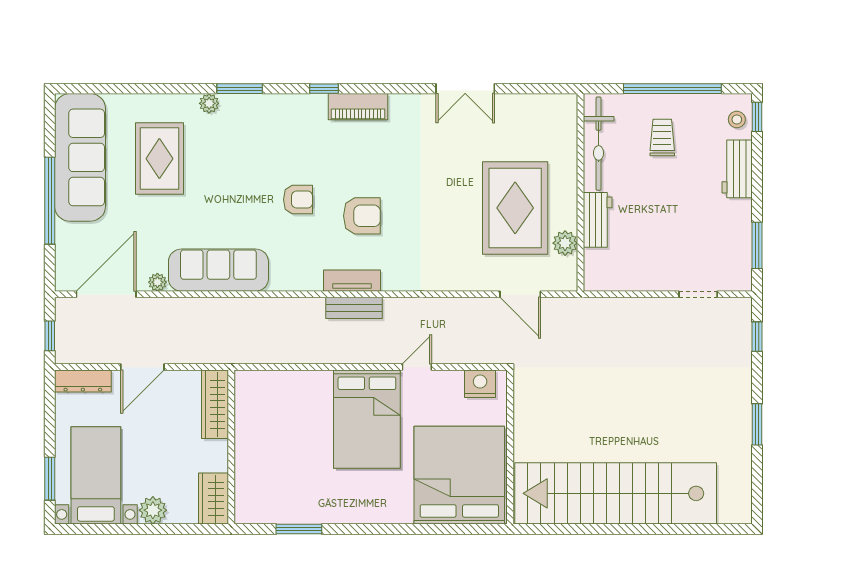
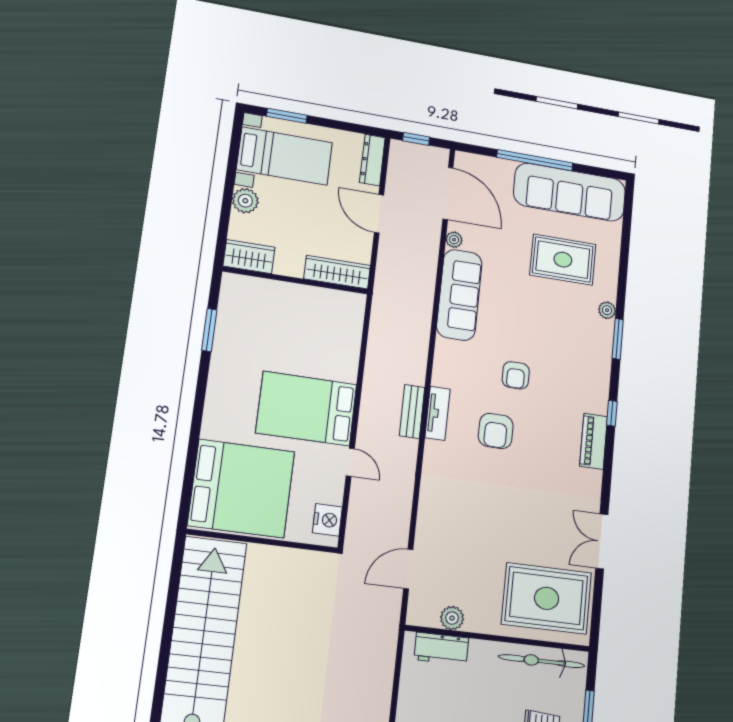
rug: (515, 208) -> (547, 598), moved
workbench: (598, 220) -> (441, 649), moved

